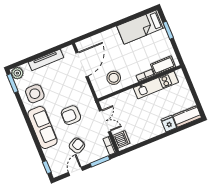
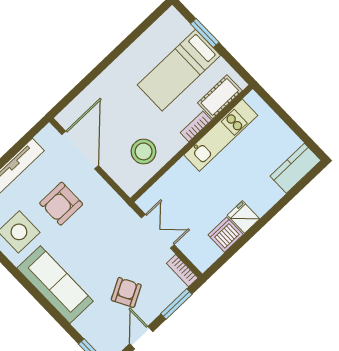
bed: (141, 27) -> (179, 70), moved
armchair: (71, 115) -> (61, 204), moved
fridge: (169, 124) -> (244, 217), moved
dishwasher: (121, 139) -> (226, 235), moved, turned -90

